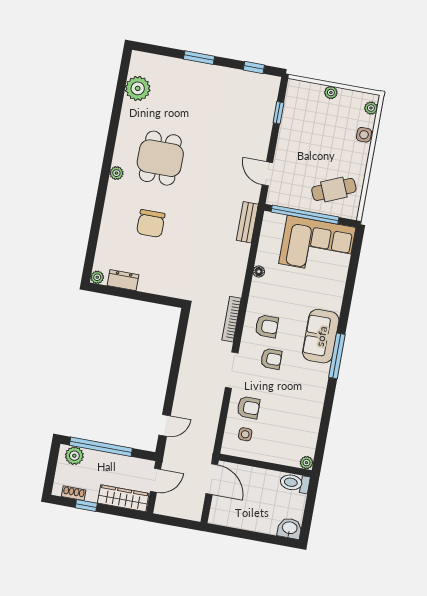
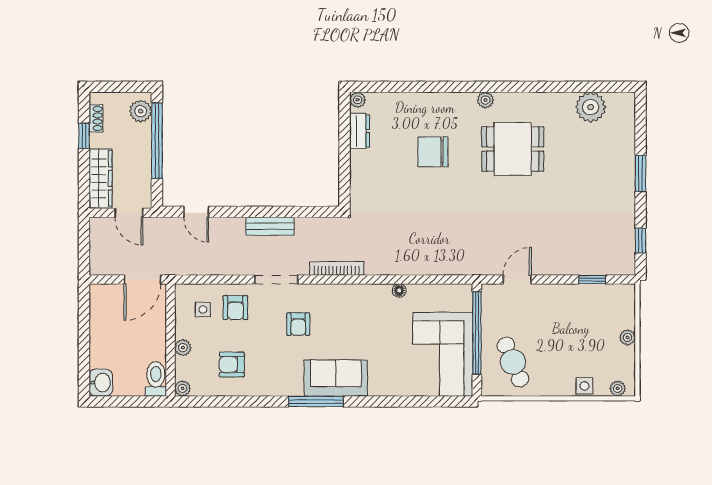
bench: (247, 222) -> (270, 226), moved
armchair: (267, 326) -> (232, 365), moved, turned 90
plant: (273, 456) -> (183, 348), added

